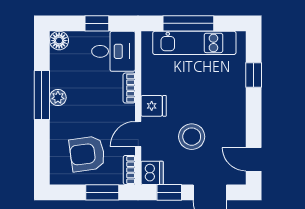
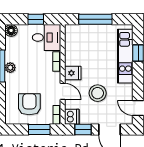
kitchen unit: (194, 43) -> (125, 56), moved, turned 90
door: (138, 134) -> (63, 91), swing flipped
armchair: (87, 154) -> (29, 104), turned 98

